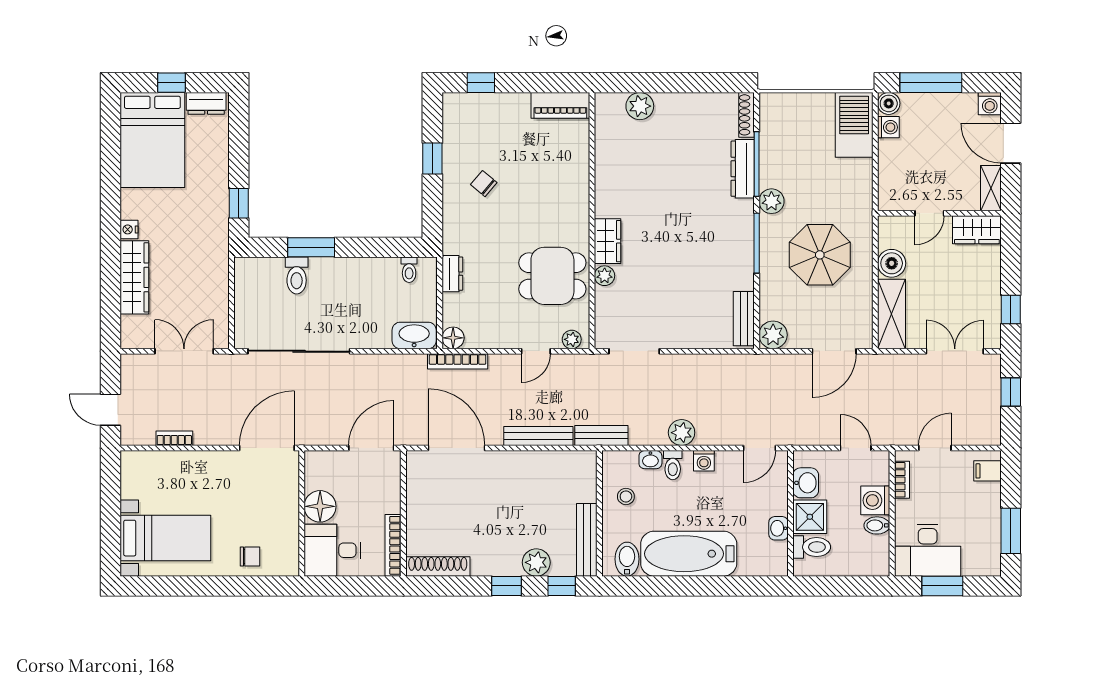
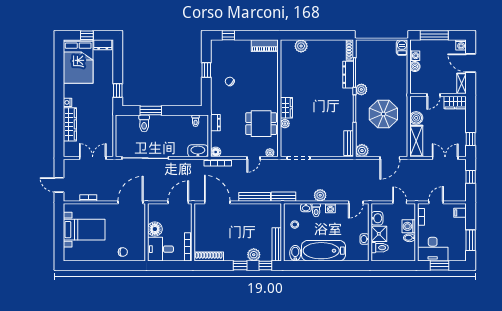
boiler: (889, 103) -> (415, 67), moved
barbecue: (854, 125) -> (402, 48), width x0.53, depth x0.65
bed with nightstands: (165, 538) -> (84, 230), moved

